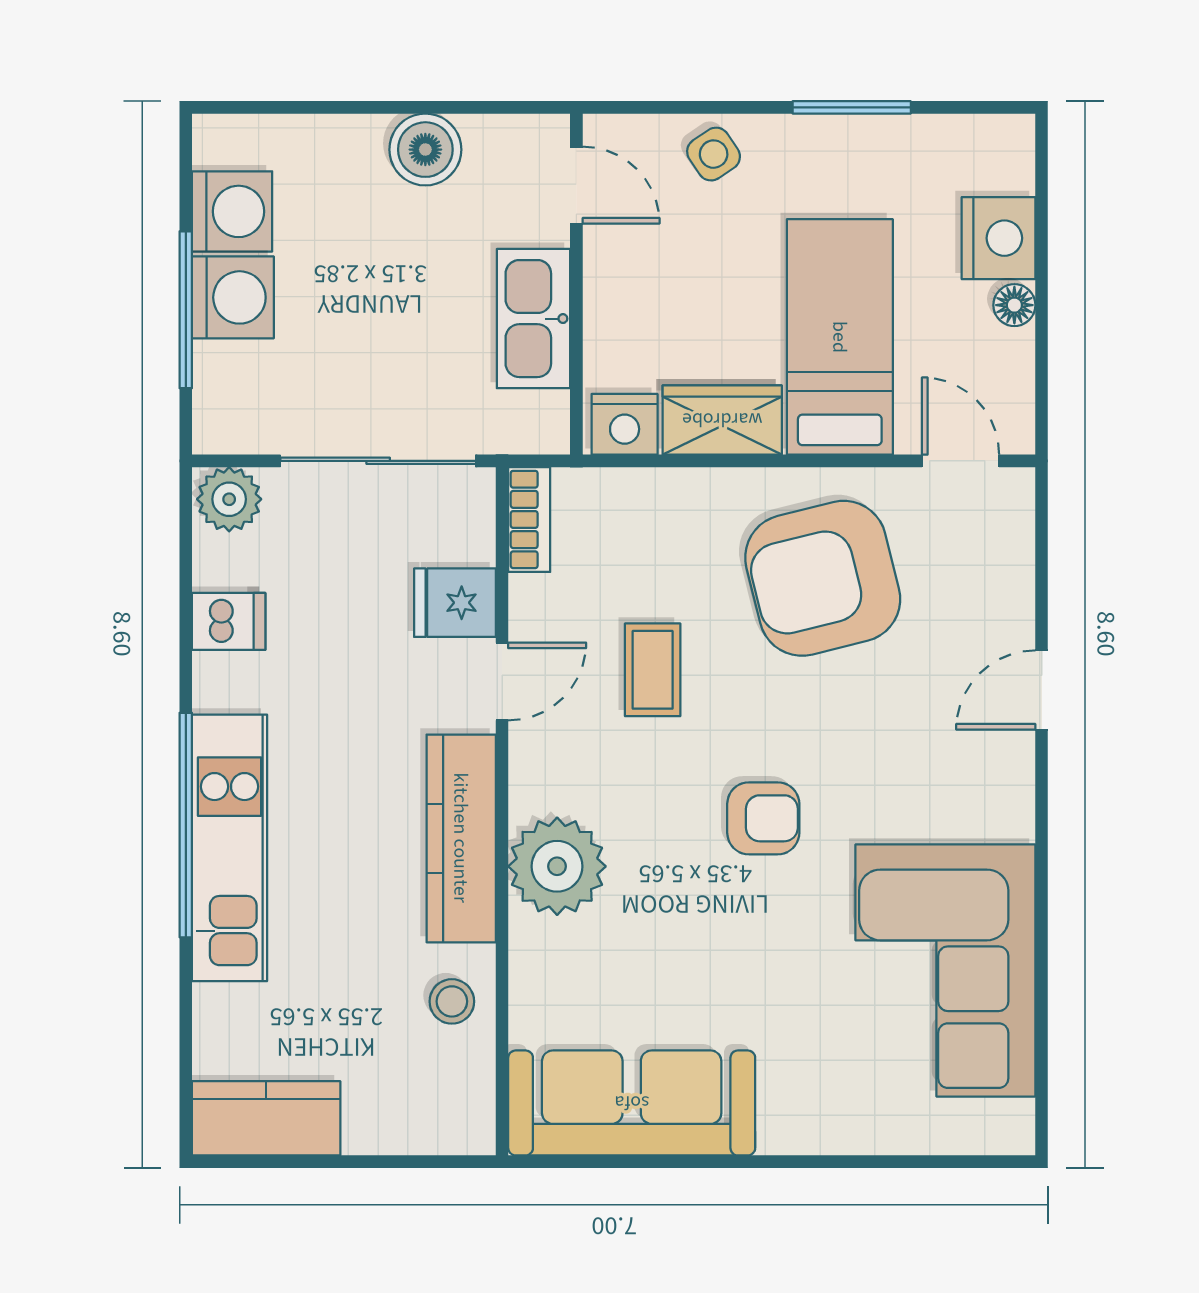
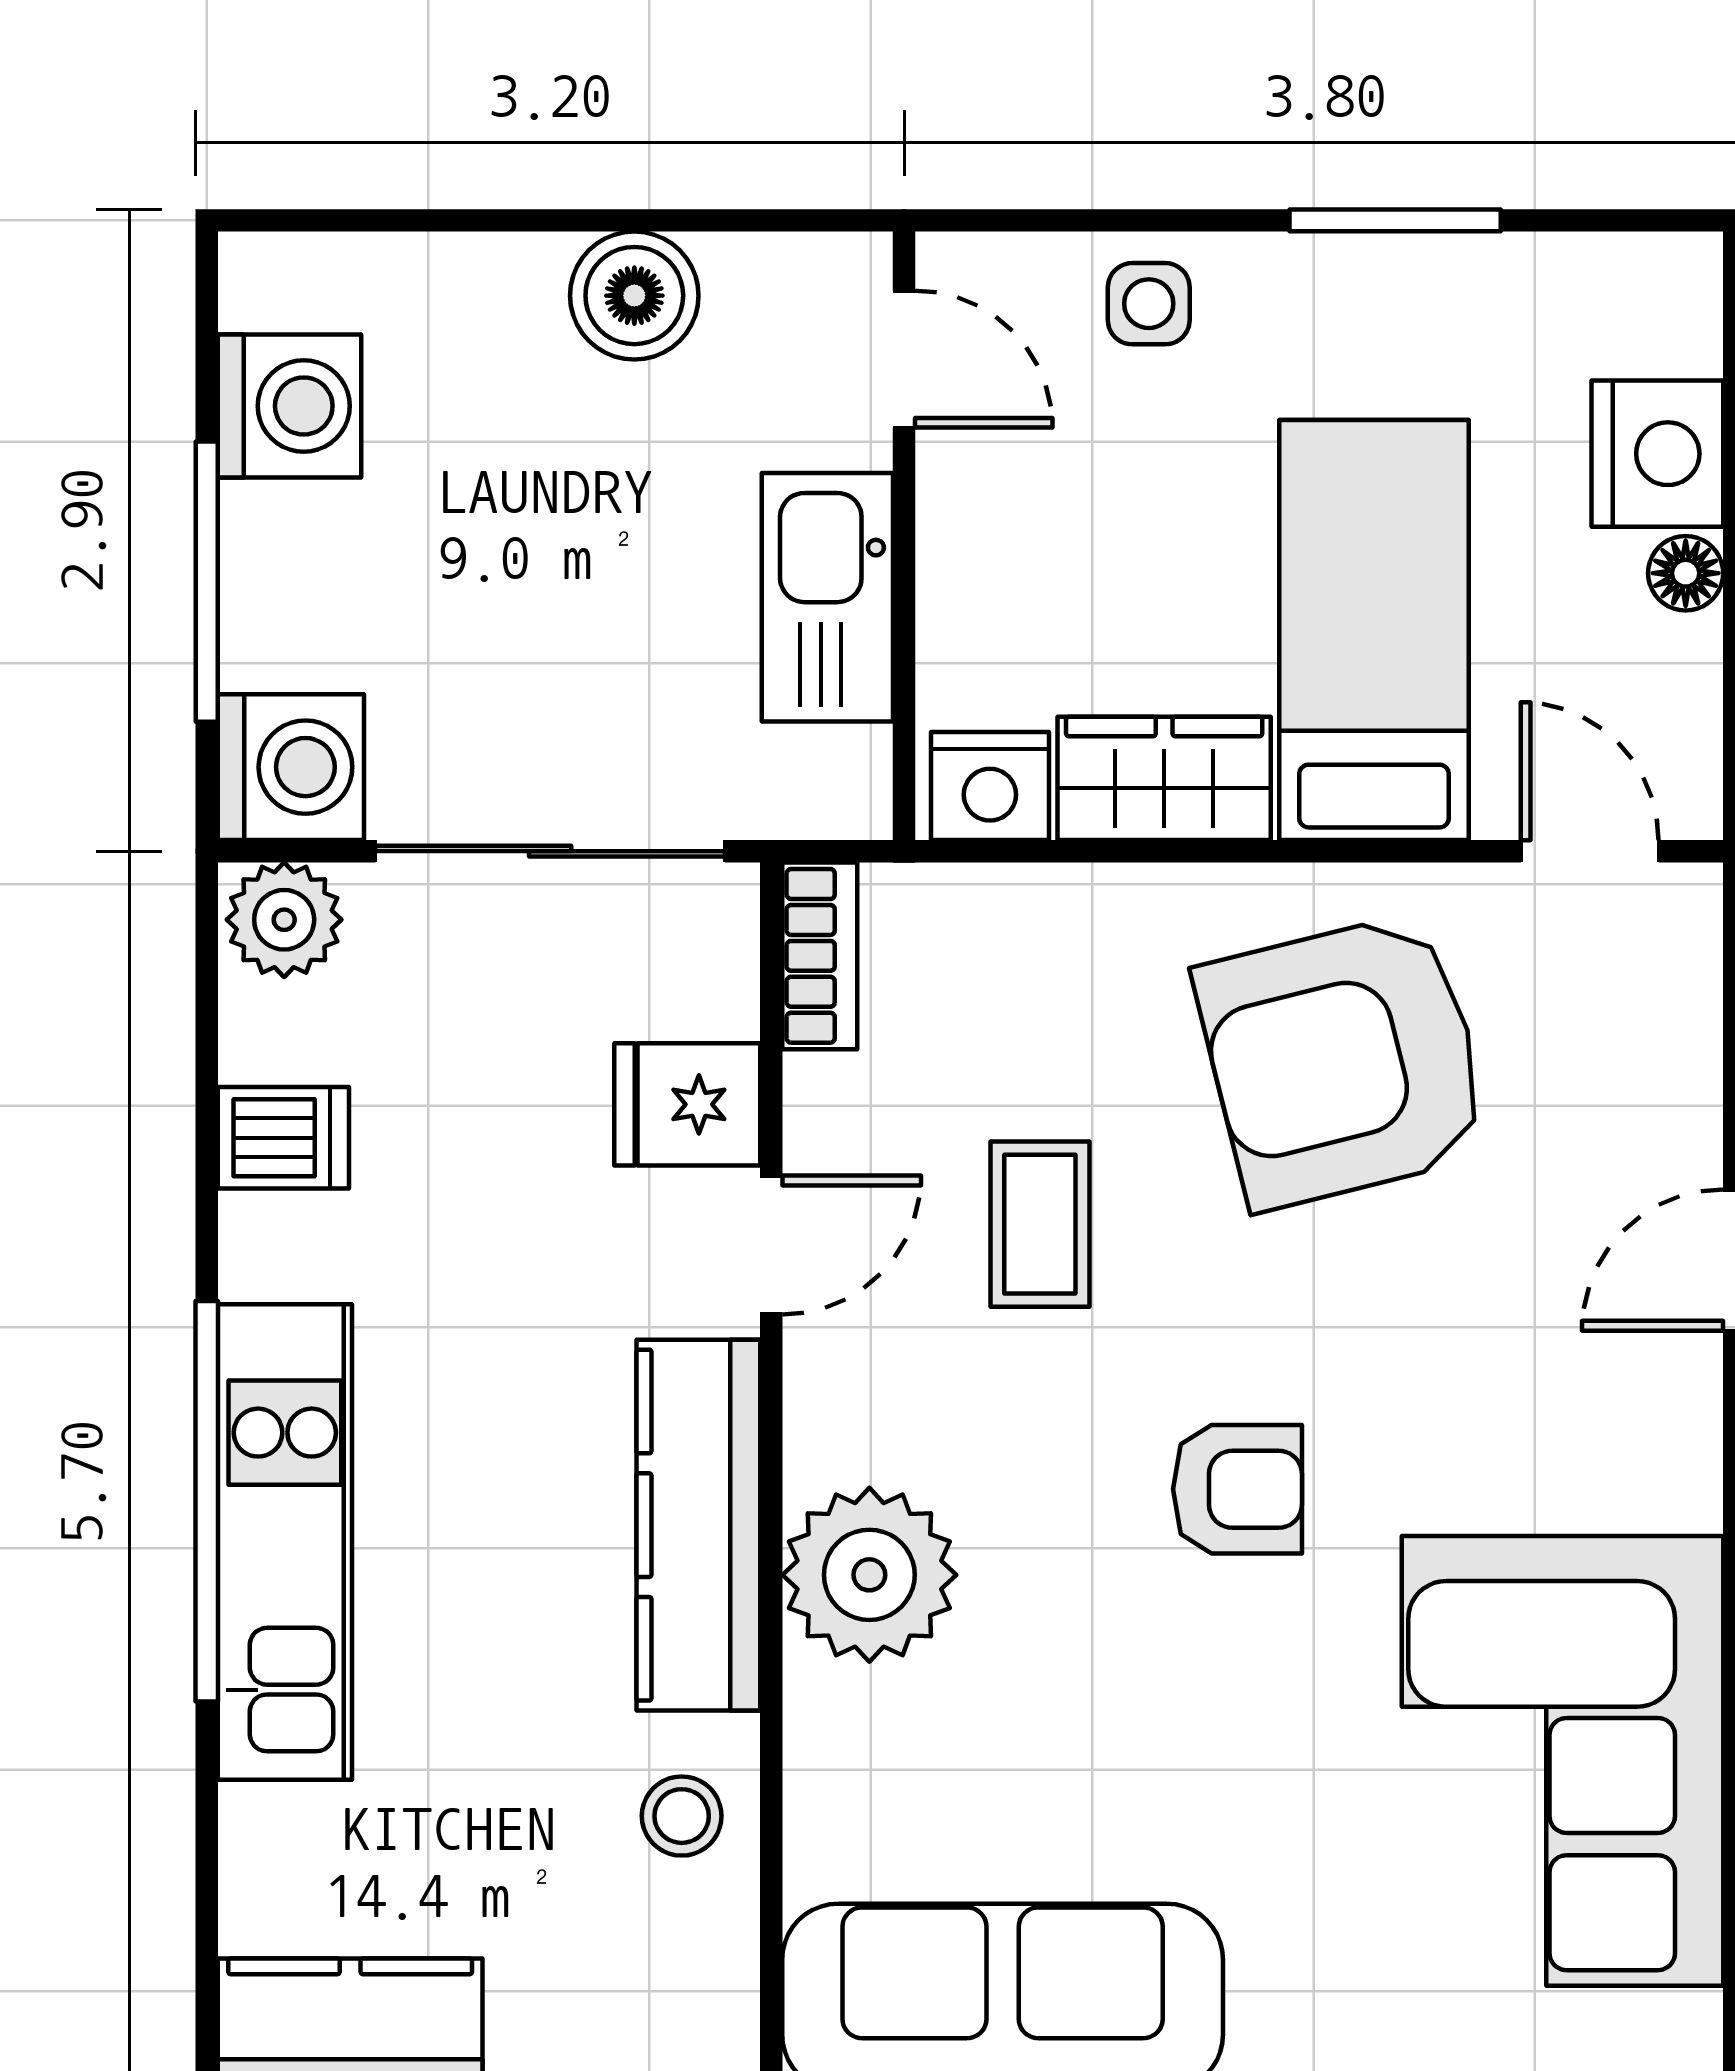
side table: (714, 154) -> (1149, 304), turned 34
washing machine: (233, 297) -> (291, 767), moved

